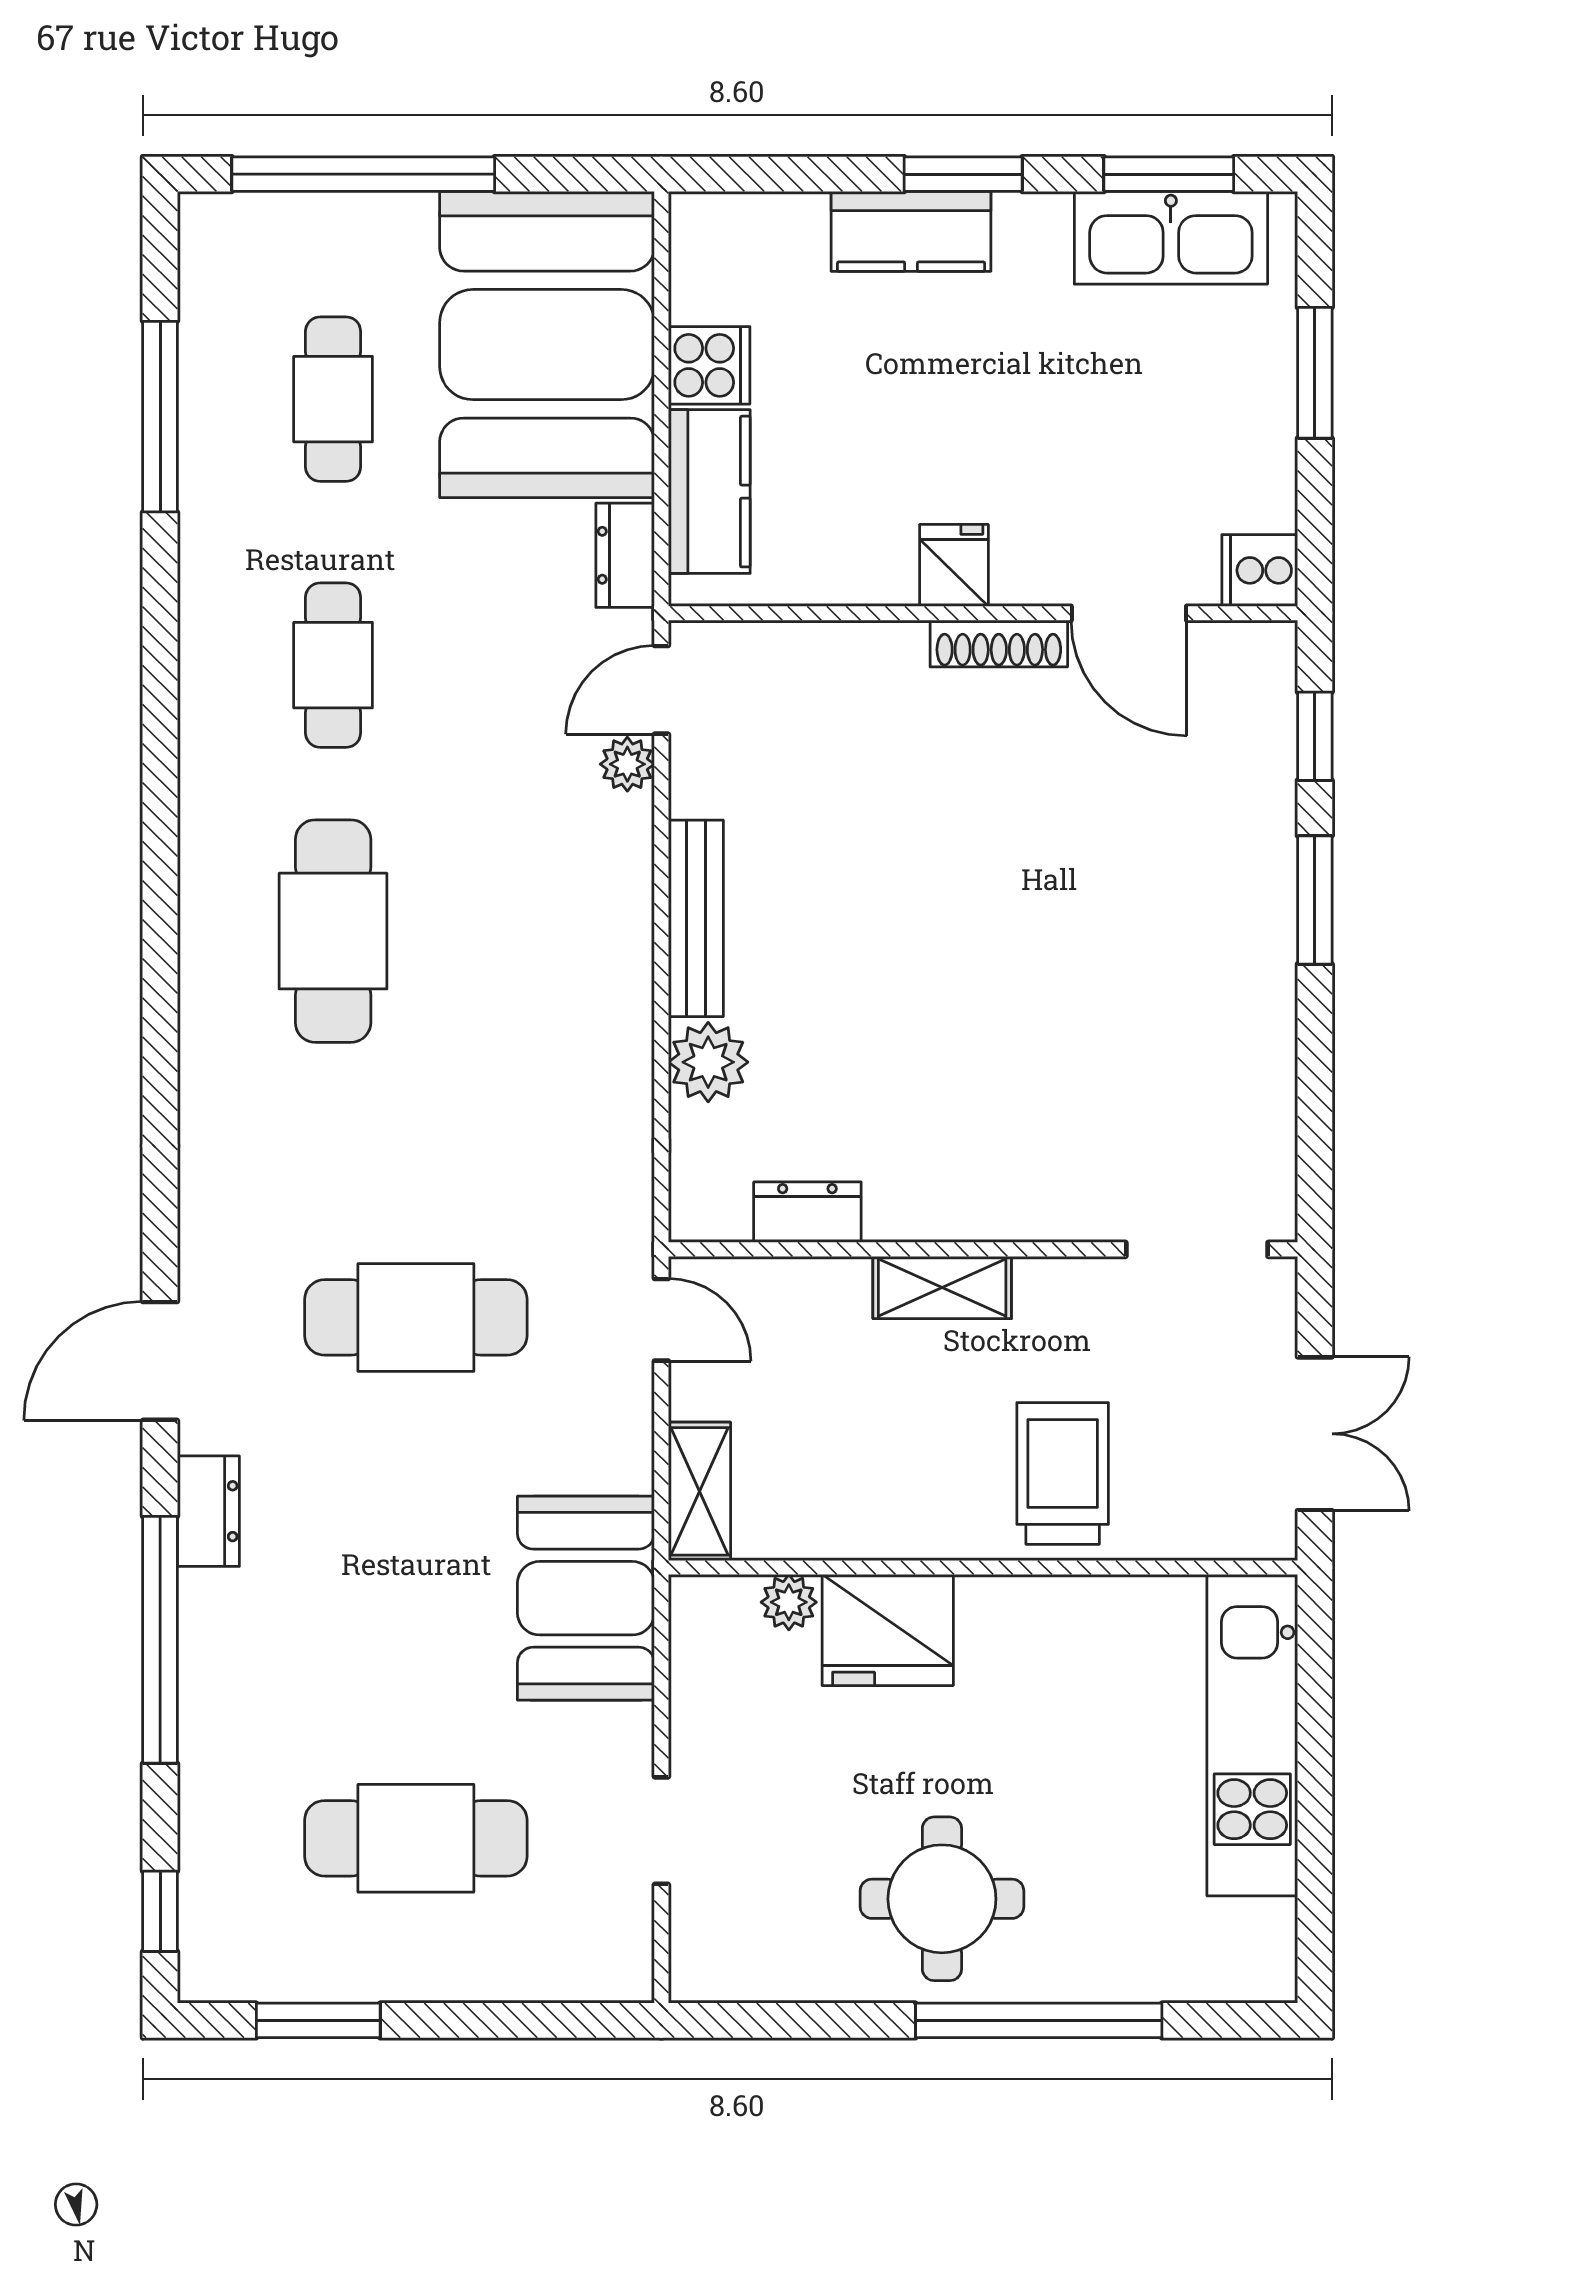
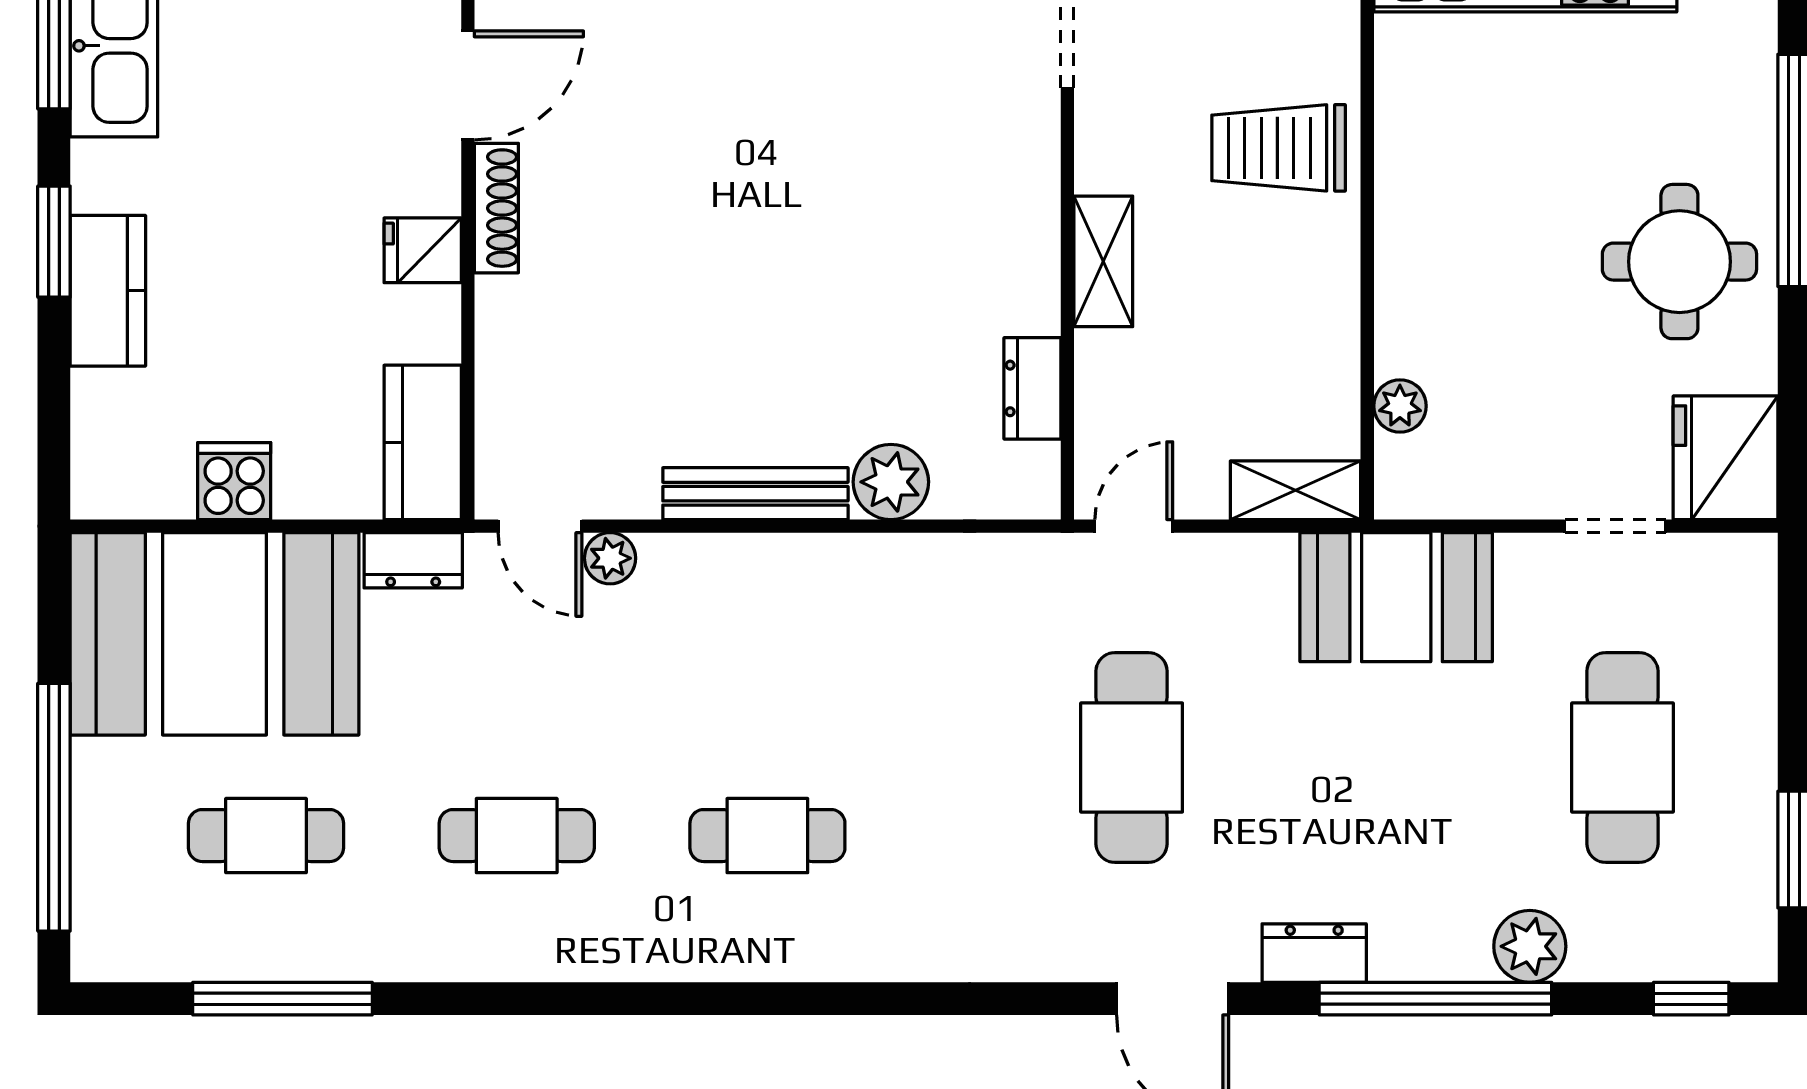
kitchen counter: (709, 492) -> (423, 442), moved, turned -90
cafe table: (333, 931) -> (767, 836), width x0.73, depth x0.74
fridge: (888, 1630) -> (1725, 458), moved, turned 180
plant: (216, 1740) -> (1530, 946), added

